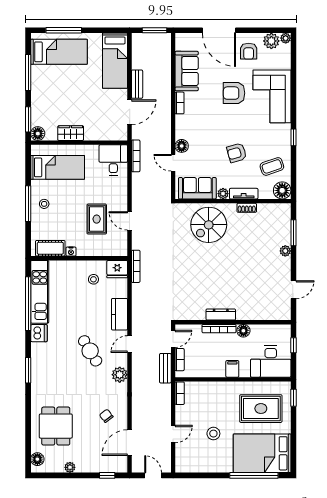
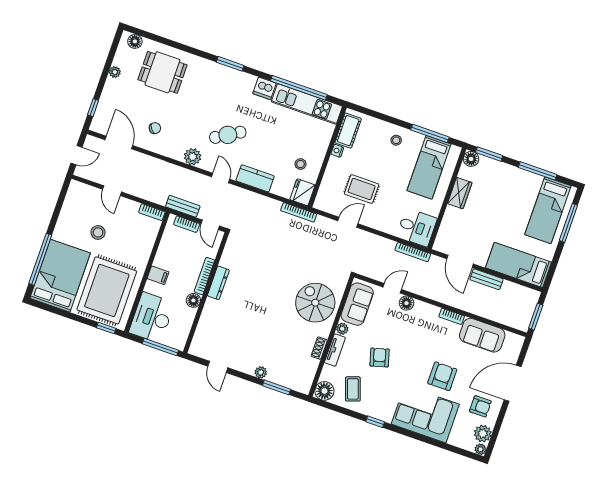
armchair: (249, 51) -> (480, 406), turned 180
window: (28, 204) -> (430, 133), moved
window: (294, 345) -> (160, 347), width x2.17
rug: (261, 409) -> (107, 290), width x1.37, depth x1.44

